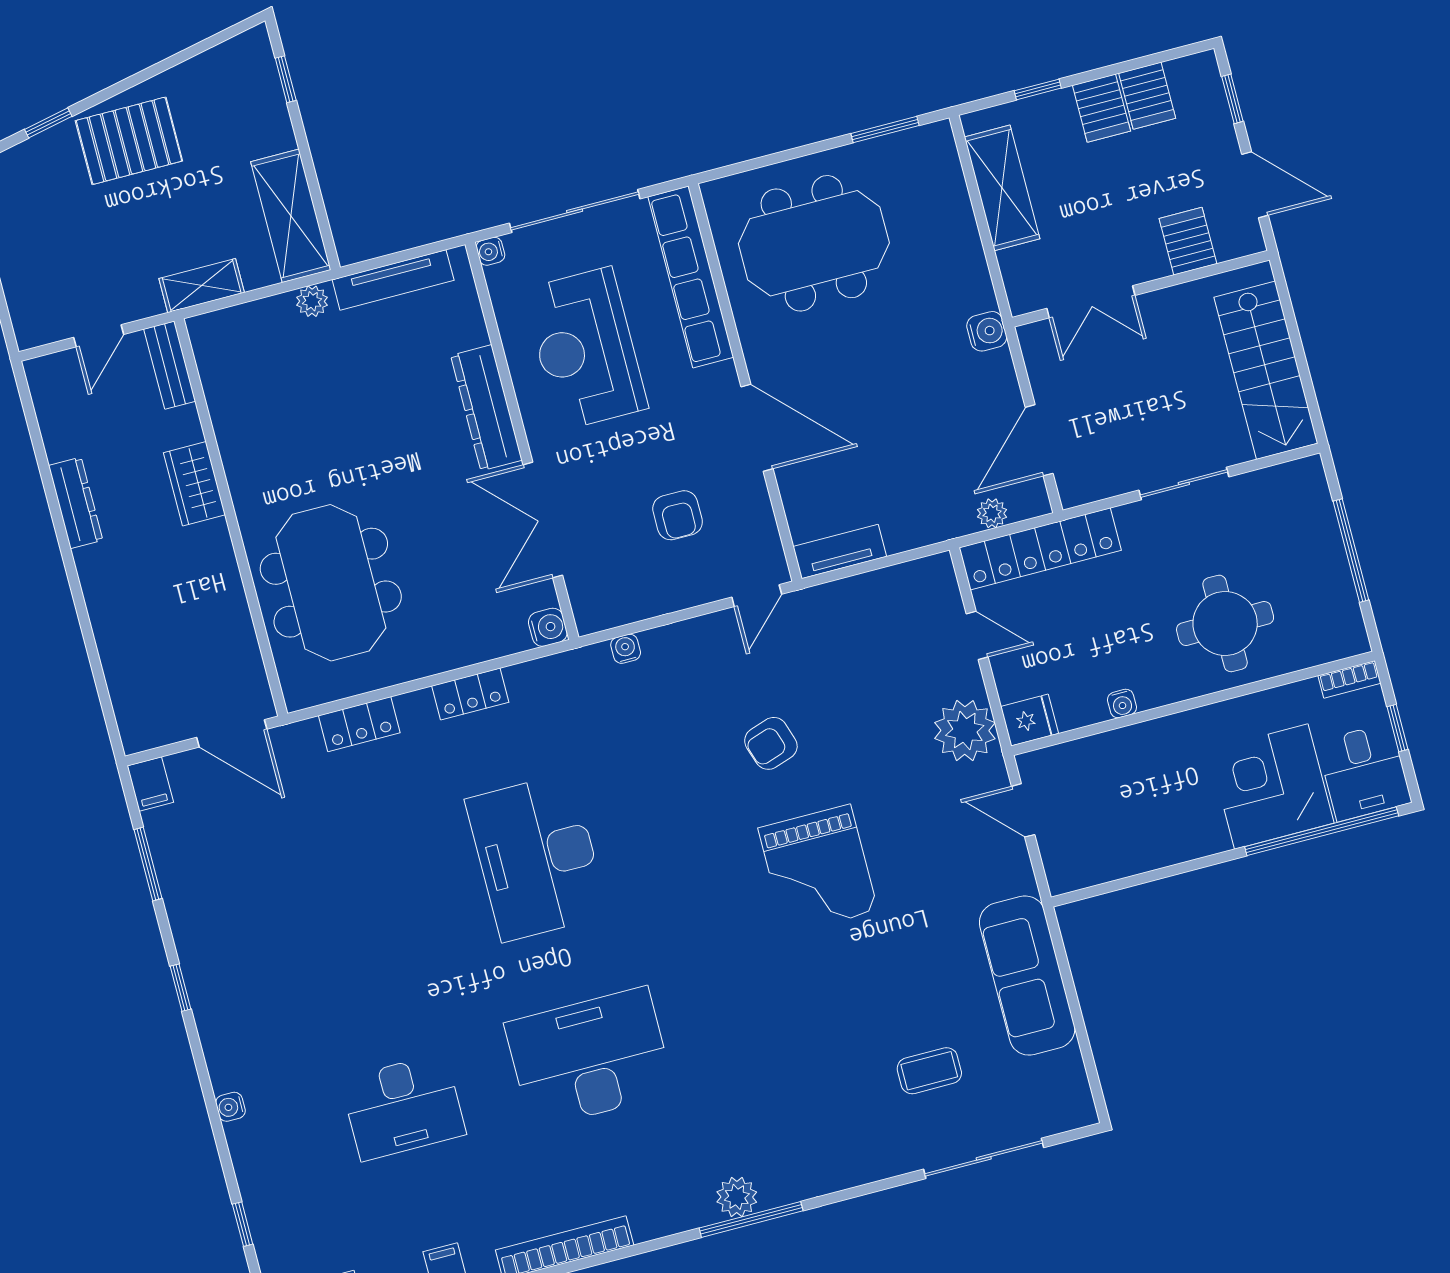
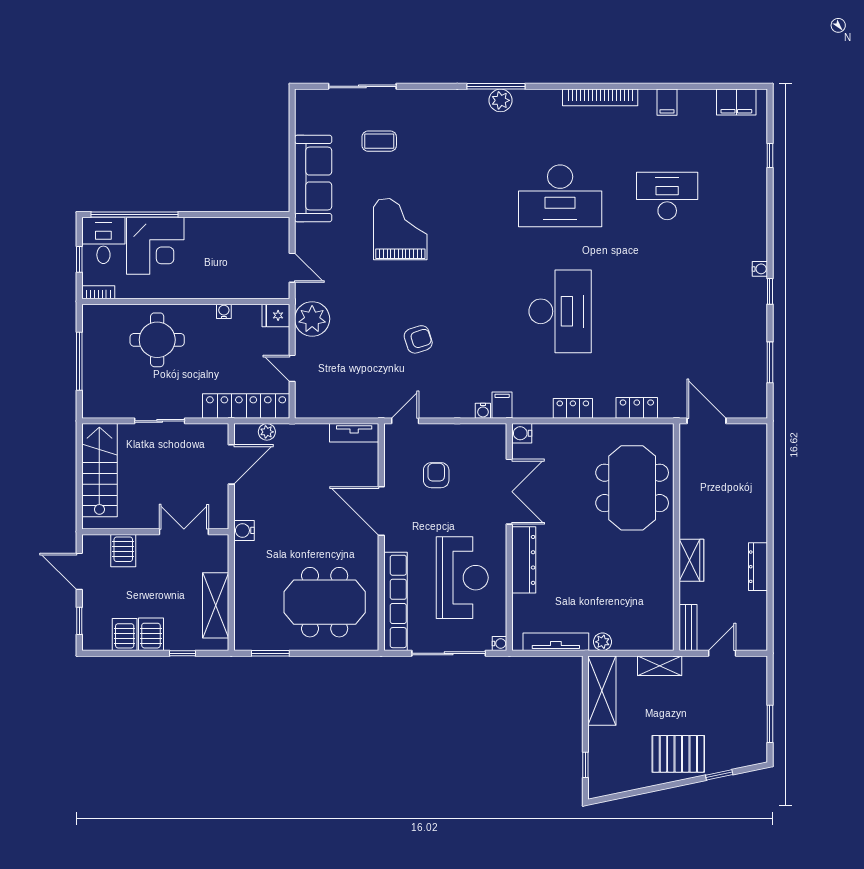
filing cabinet: (150, 784) -> (502, 405), moved
grand piano: (818, 869) -> (400, 229), moved
water cooler: (230, 1107) -> (760, 269), moved

